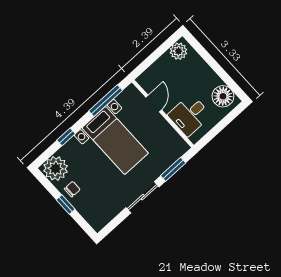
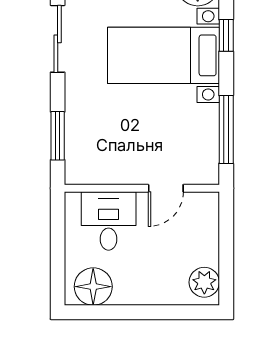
door: (154, 104) -> (166, 188), hinge flipped
bed with nightstands: (115, 140) -> (164, 55), moved
sliding door: (143, 197) -> (58, 39), moved

